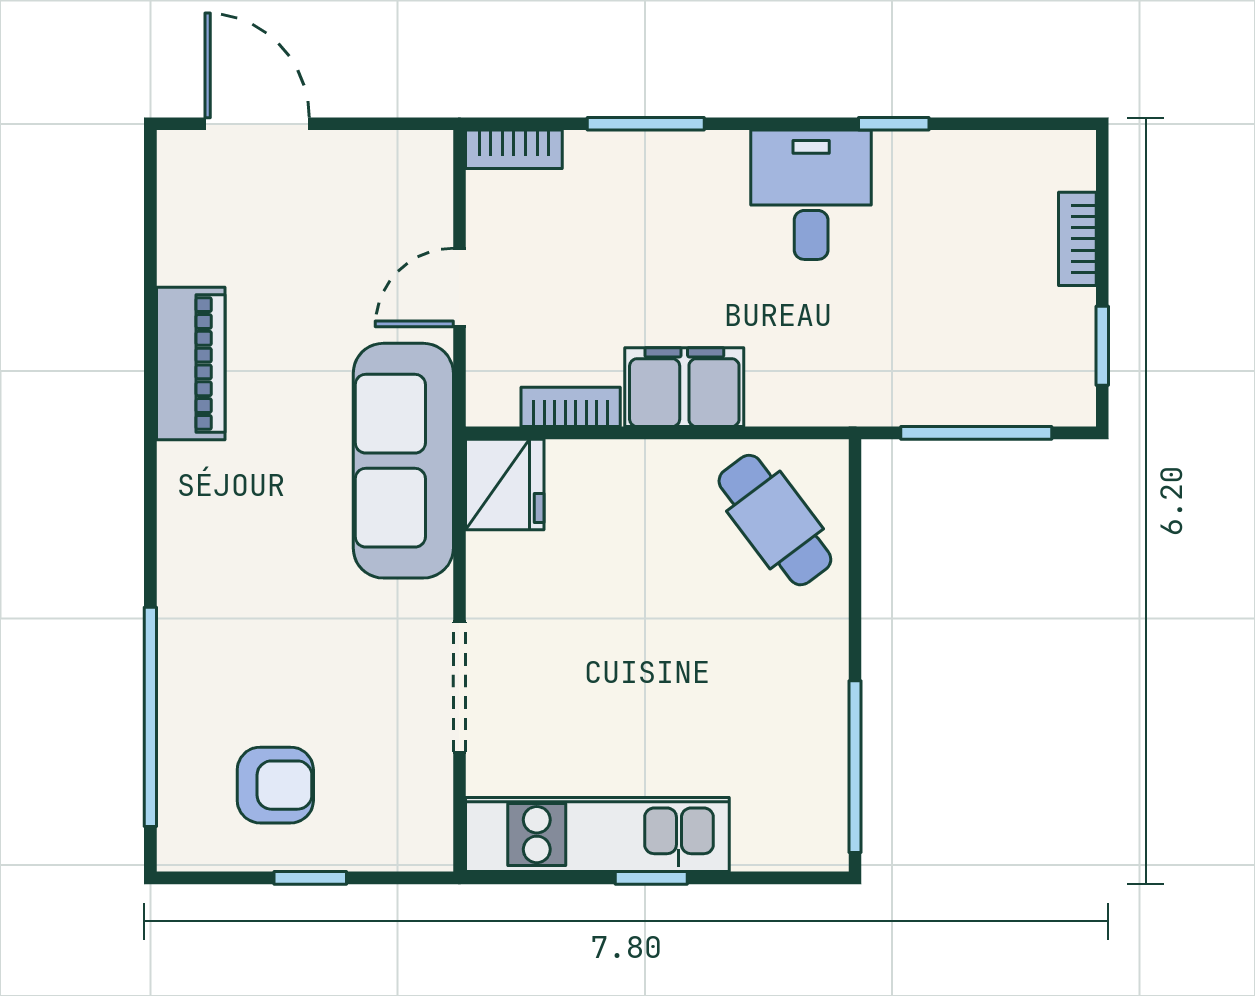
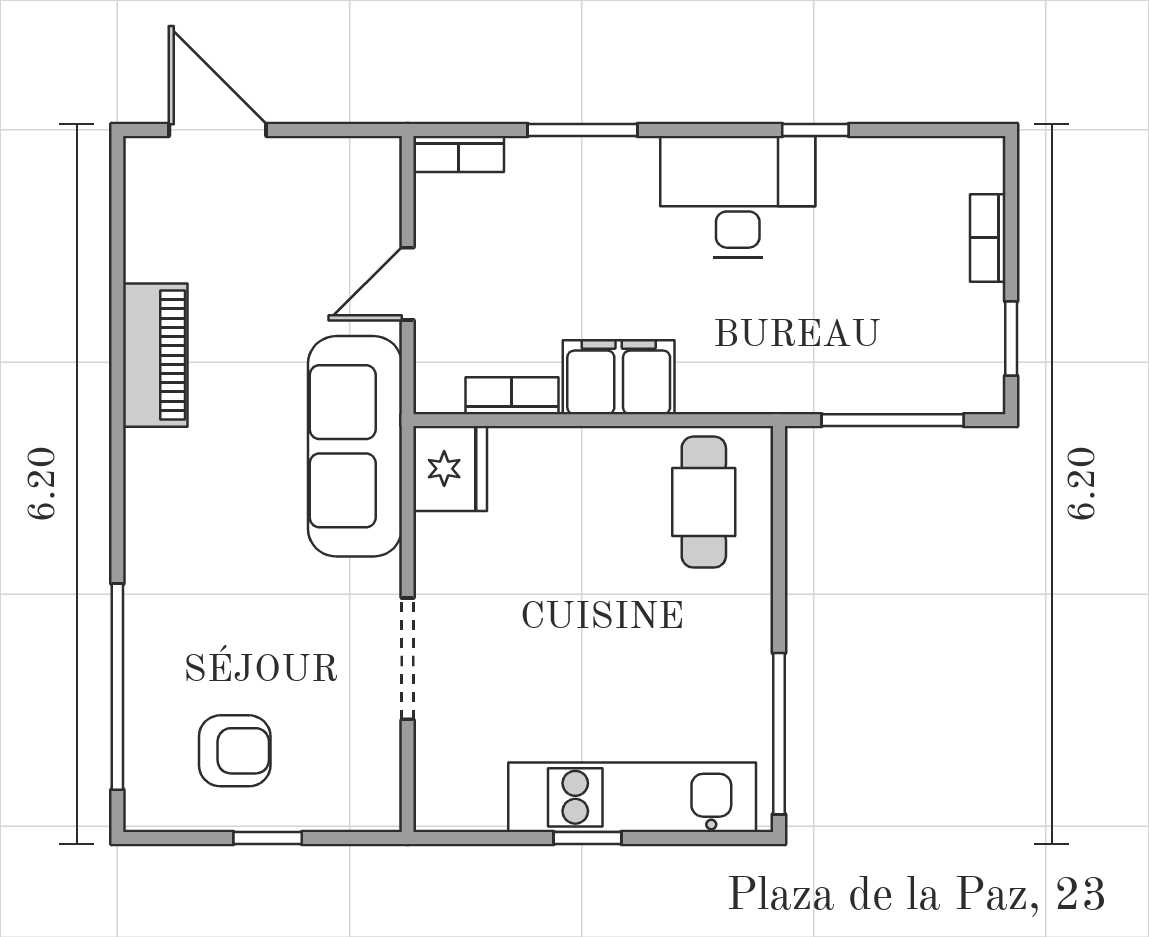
desk: (811, 195) -> (738, 197), width x1.37
cafe table: (775, 520) -> (704, 502), turned 37
kitchen unit: (597, 835) -> (632, 797), moved

